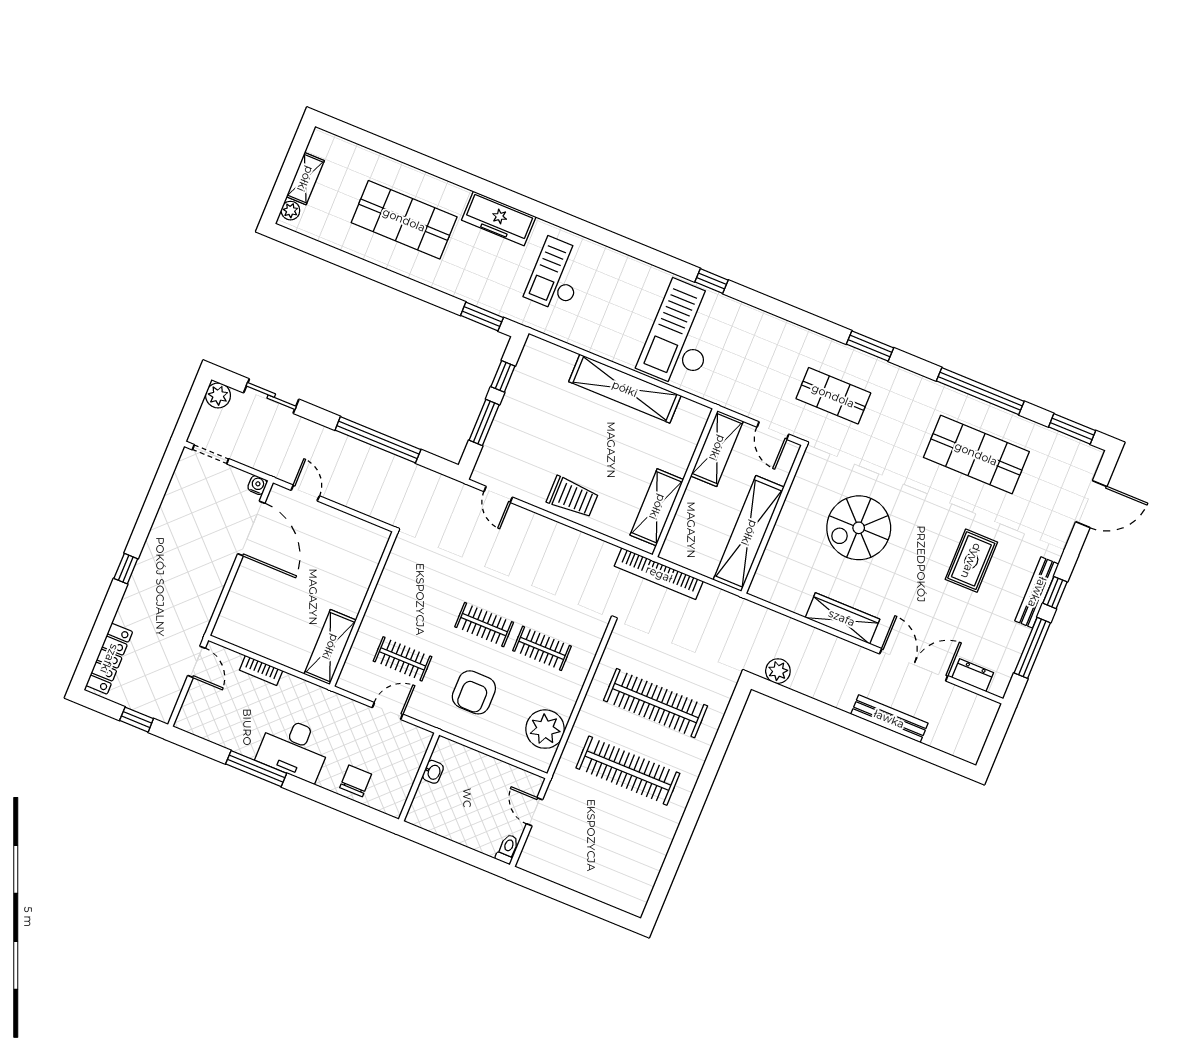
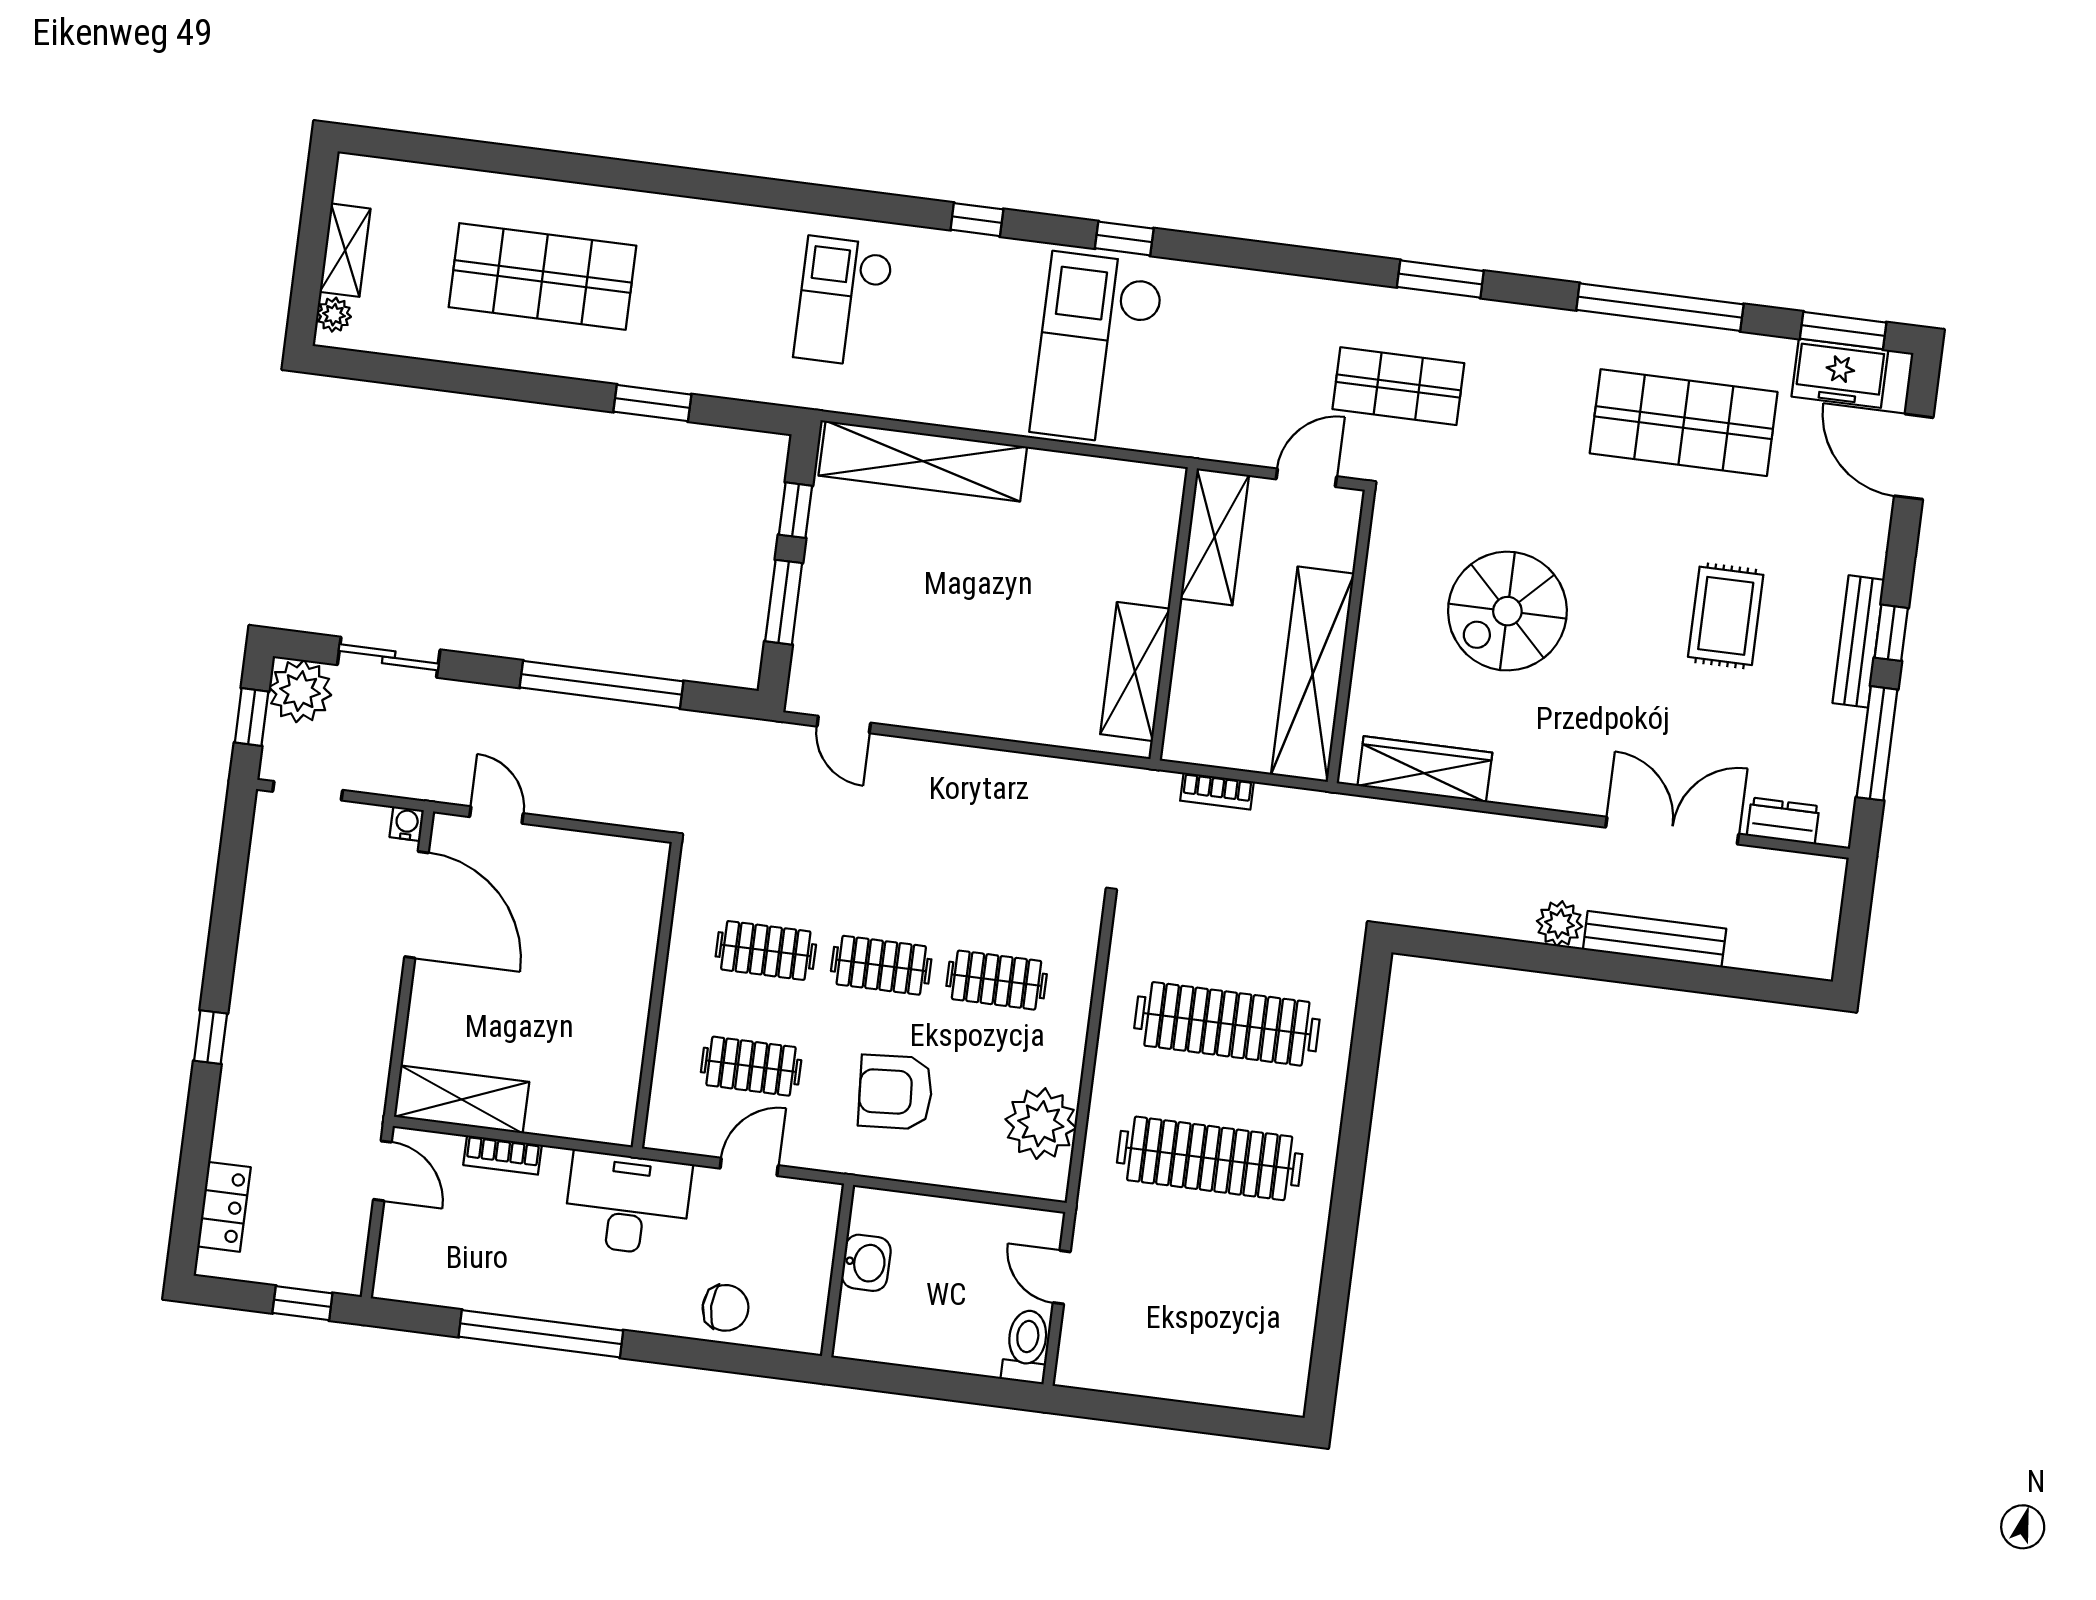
freezer: (499, 219) -> (1840, 373), moved, width x0.71
window: (638, 251) -> (977, 220), added
window: (482, 317) -> (652, 403), moved
shelving: (625, 389) -> (923, 461), moved
plant: (218, 395) -> (300, 691), width x1.36, depth x1.36
window: (192, 408) -> (252, 717), added
door: (773, 431) -> (1306, 478), swing flipped
trolley: (572, 497) -> (979, 694), removed
door: (1091, 504) -> (1914, 457), swing flipped
bookcase: (659, 574) -> (1217, 791), width x0.43, depth x0.76
clothes rail: (426, 601) -> (766, 950), added
wardrobe: (842, 618) -> (1425, 769), moved
shelving: (330, 647) -> (462, 1099), moved, turned 90
locker: (109, 659) -> (224, 1207), width x0.66
plant: (778, 671) -> (1559, 924), moved
armchair: (474, 692) -> (895, 1092), turned 86
desk: (294, 749) -> (628, 1204), moved, turned 180
window: (256, 769) -> (541, 1334), width x1.46
washbasin: (433, 772) -> (866, 1263), width x1.38, depth x1.45
chair: (356, 781) -> (726, 1308), turned 90
toilet: (507, 849) -> (1026, 1346), width x1.37, depth x1.39

